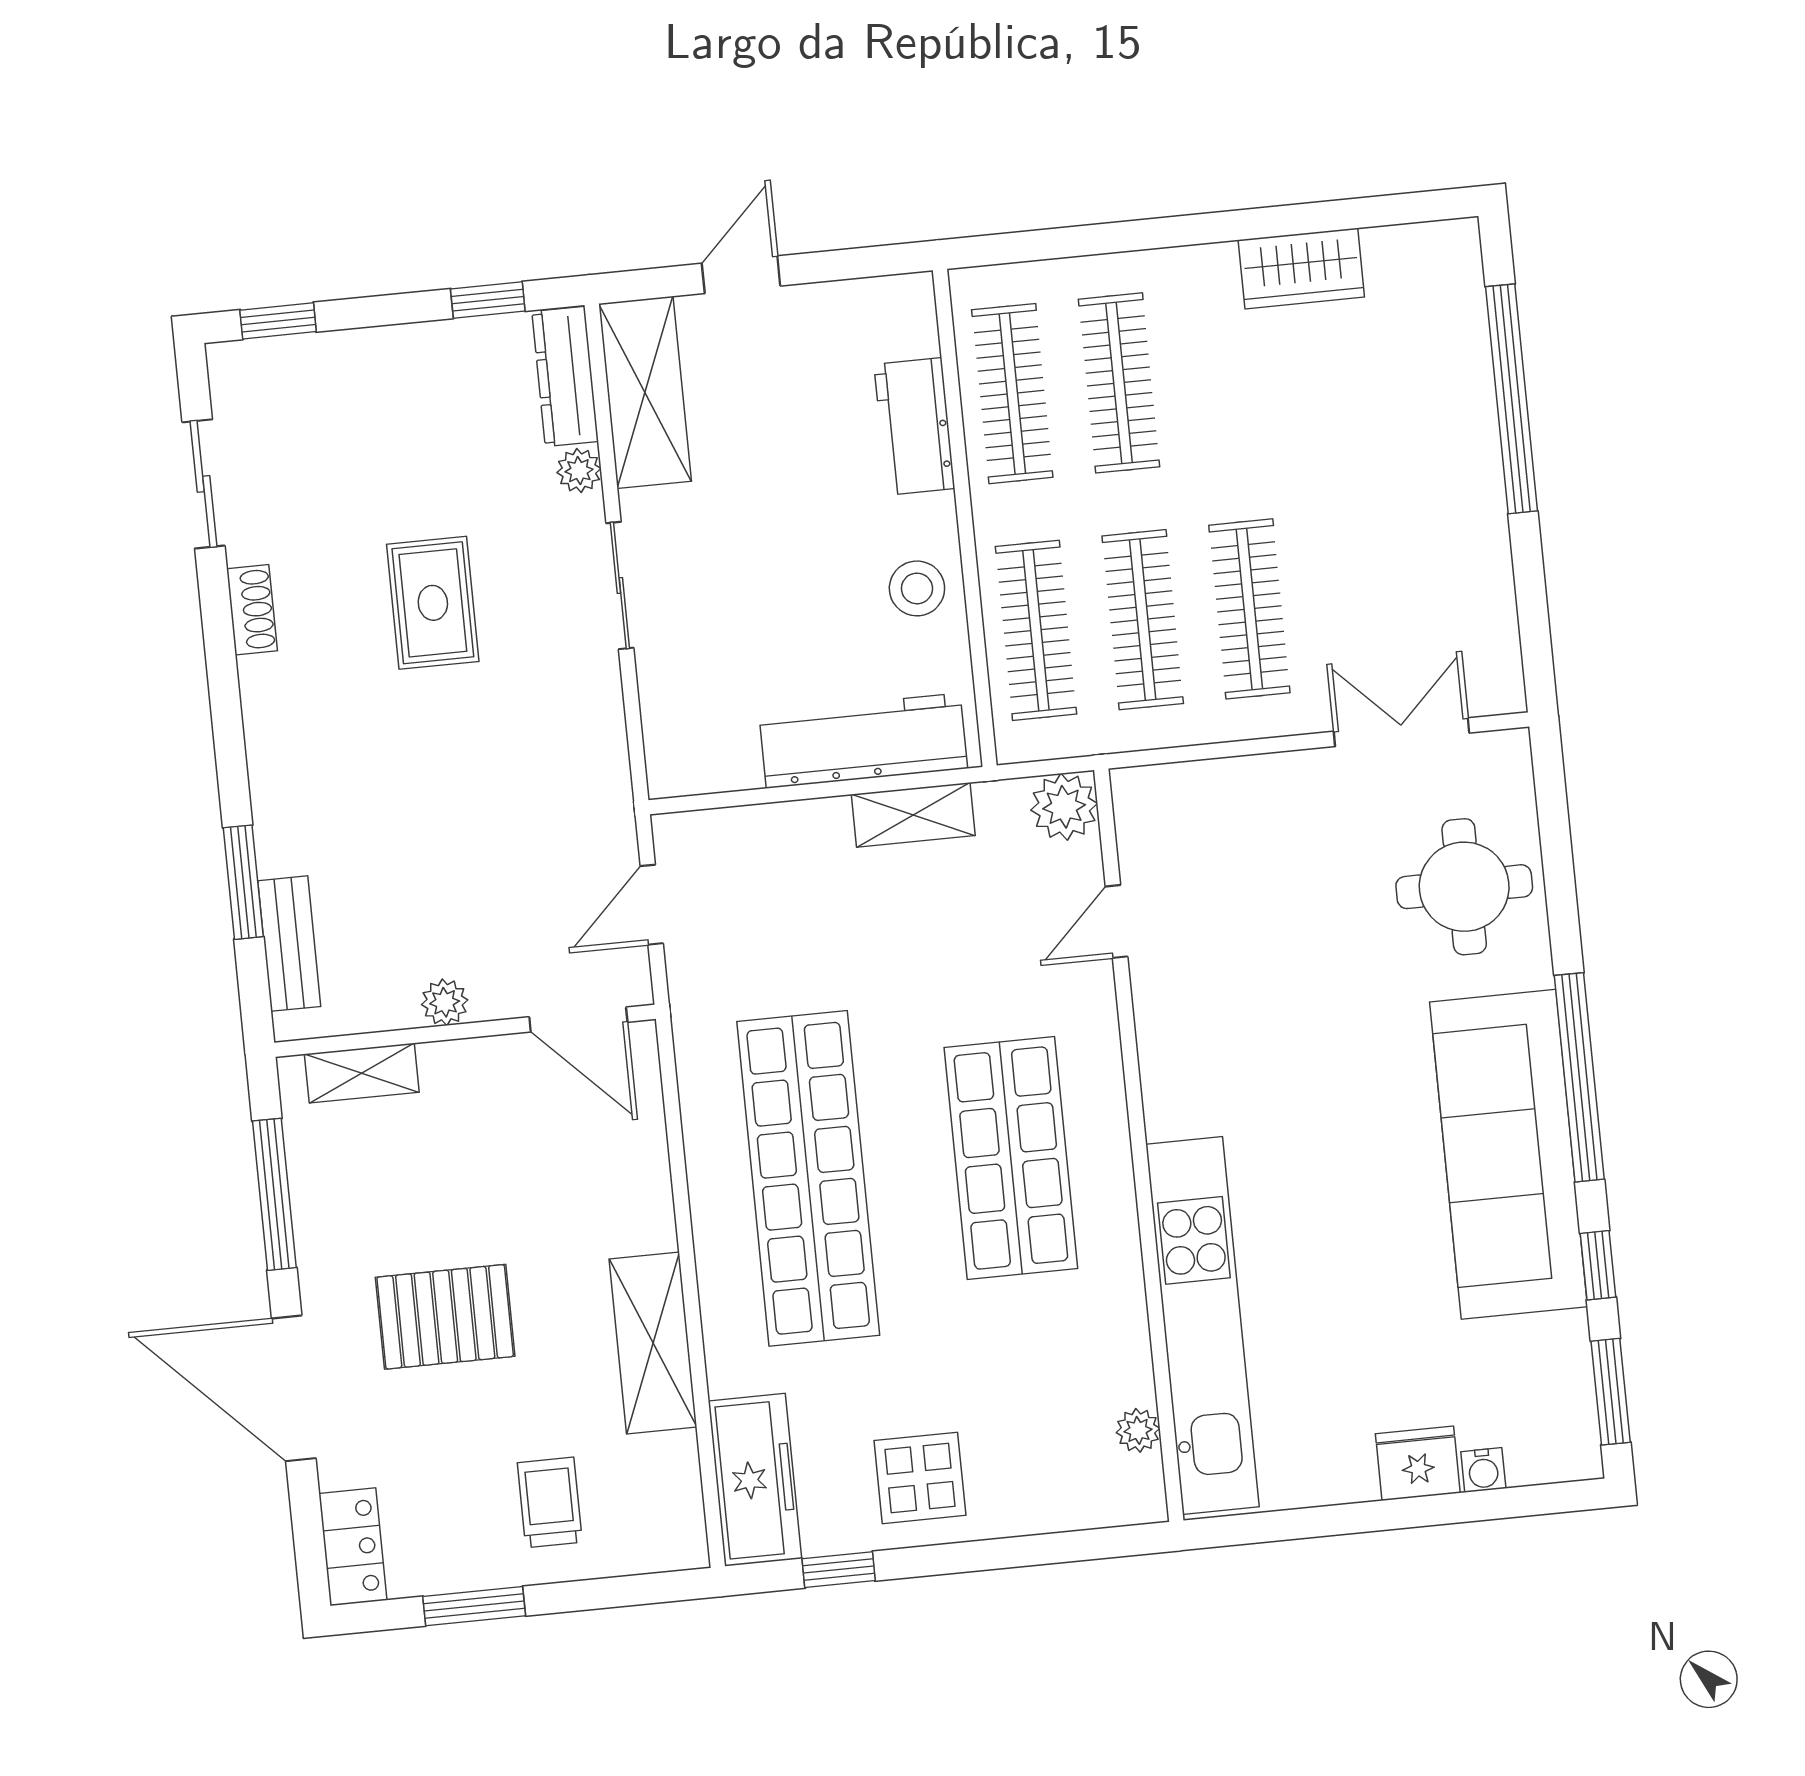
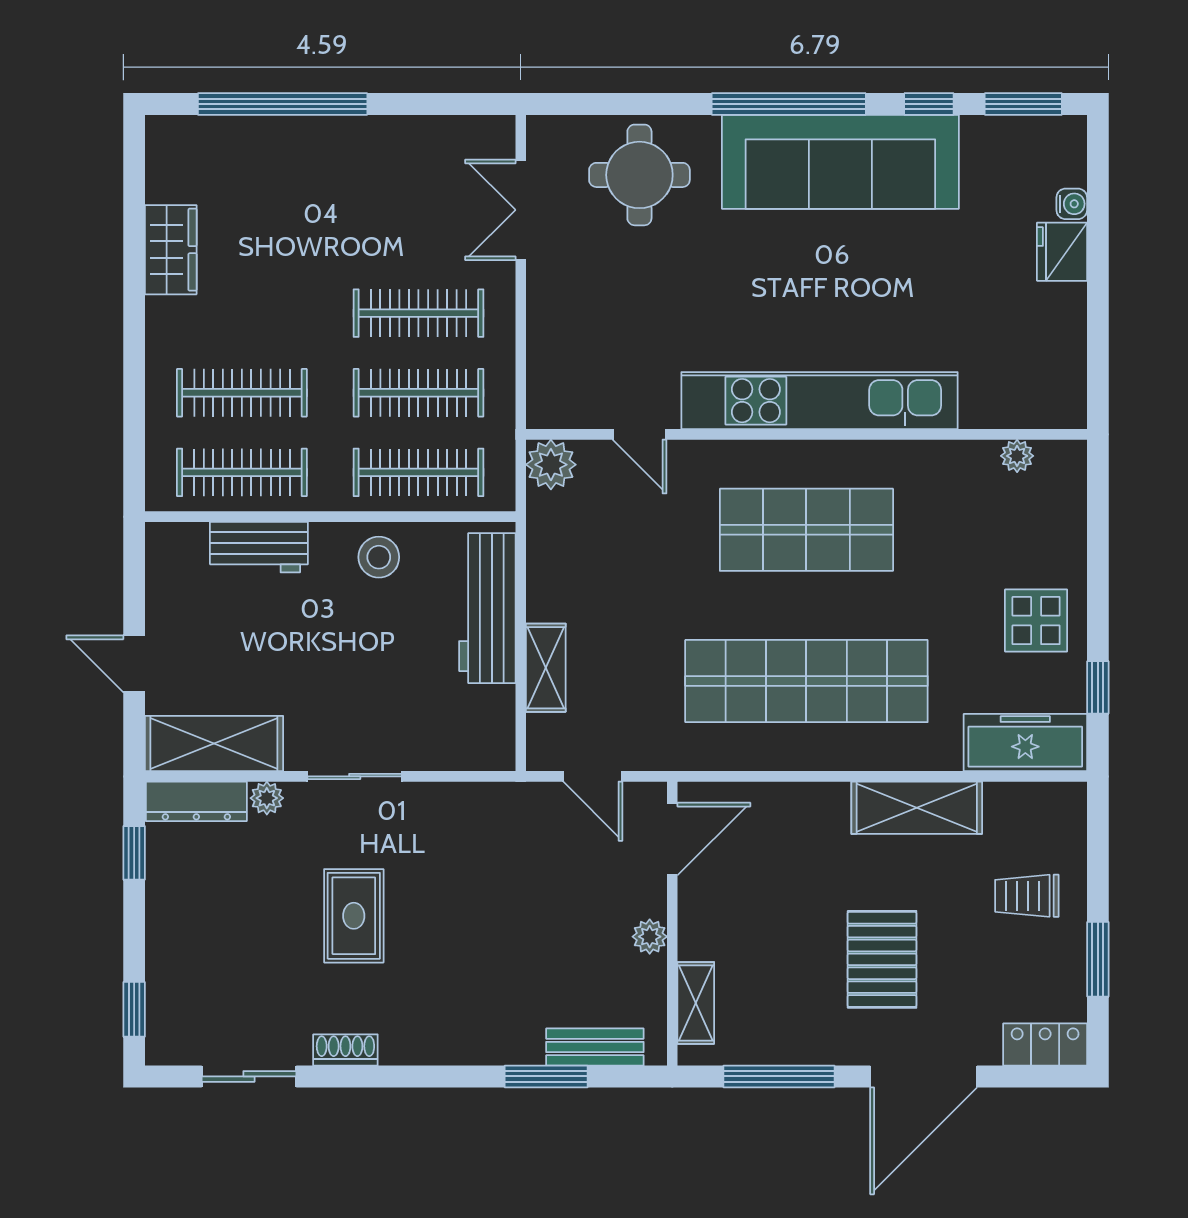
rug: (433, 603) -> (354, 916), turned 90
shelving: (913, 815) -> (546, 668), moved
kitchen unit: (1202, 1326) -> (819, 401), moved

